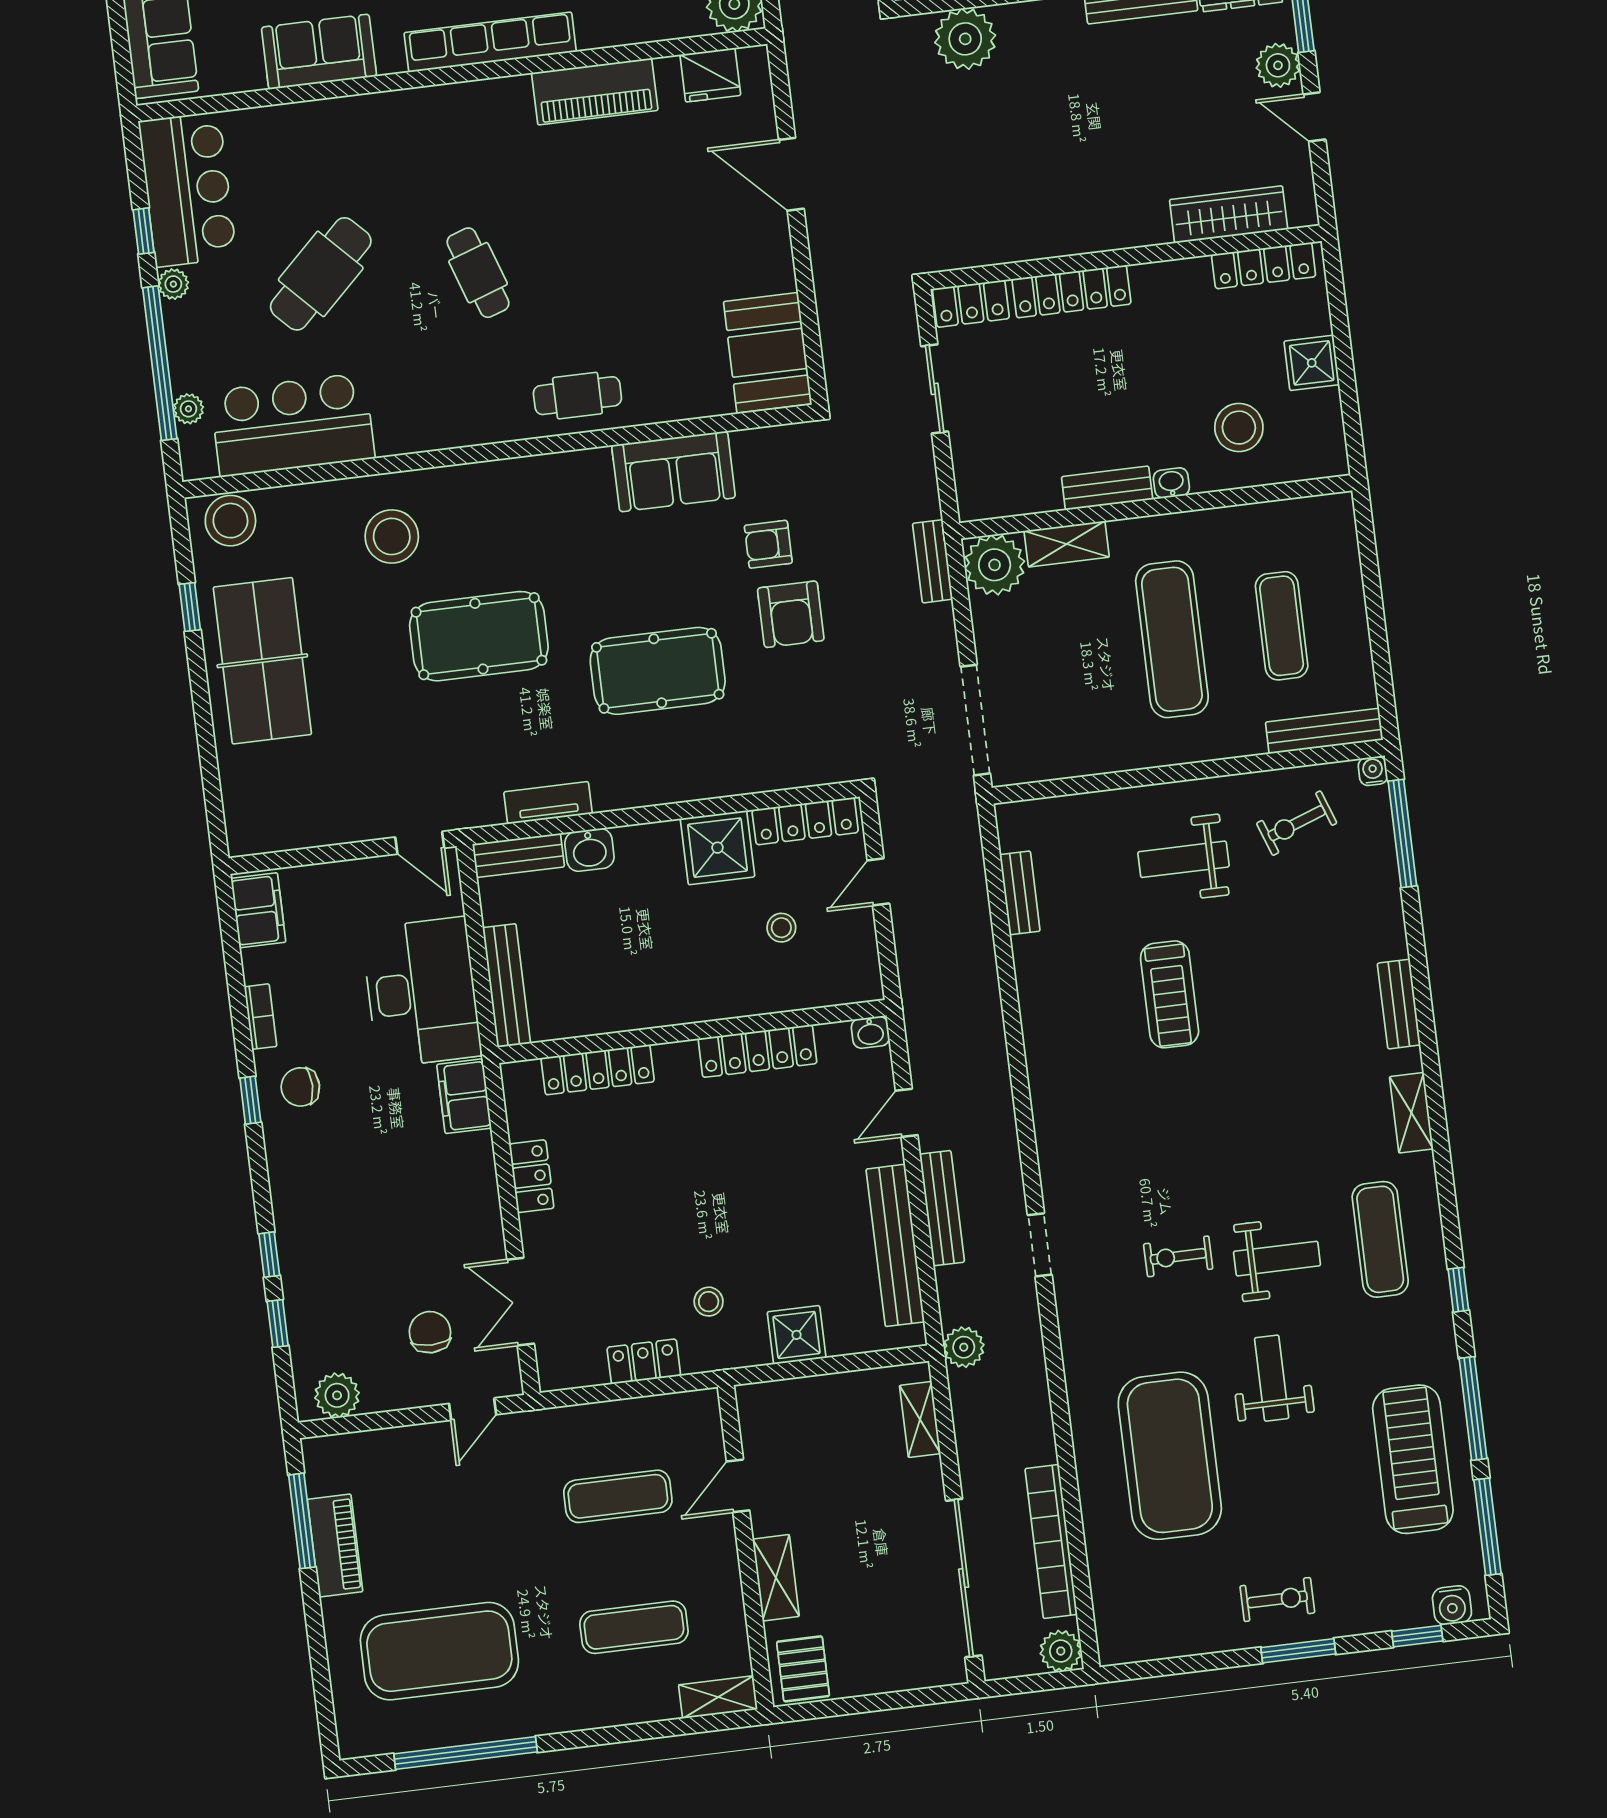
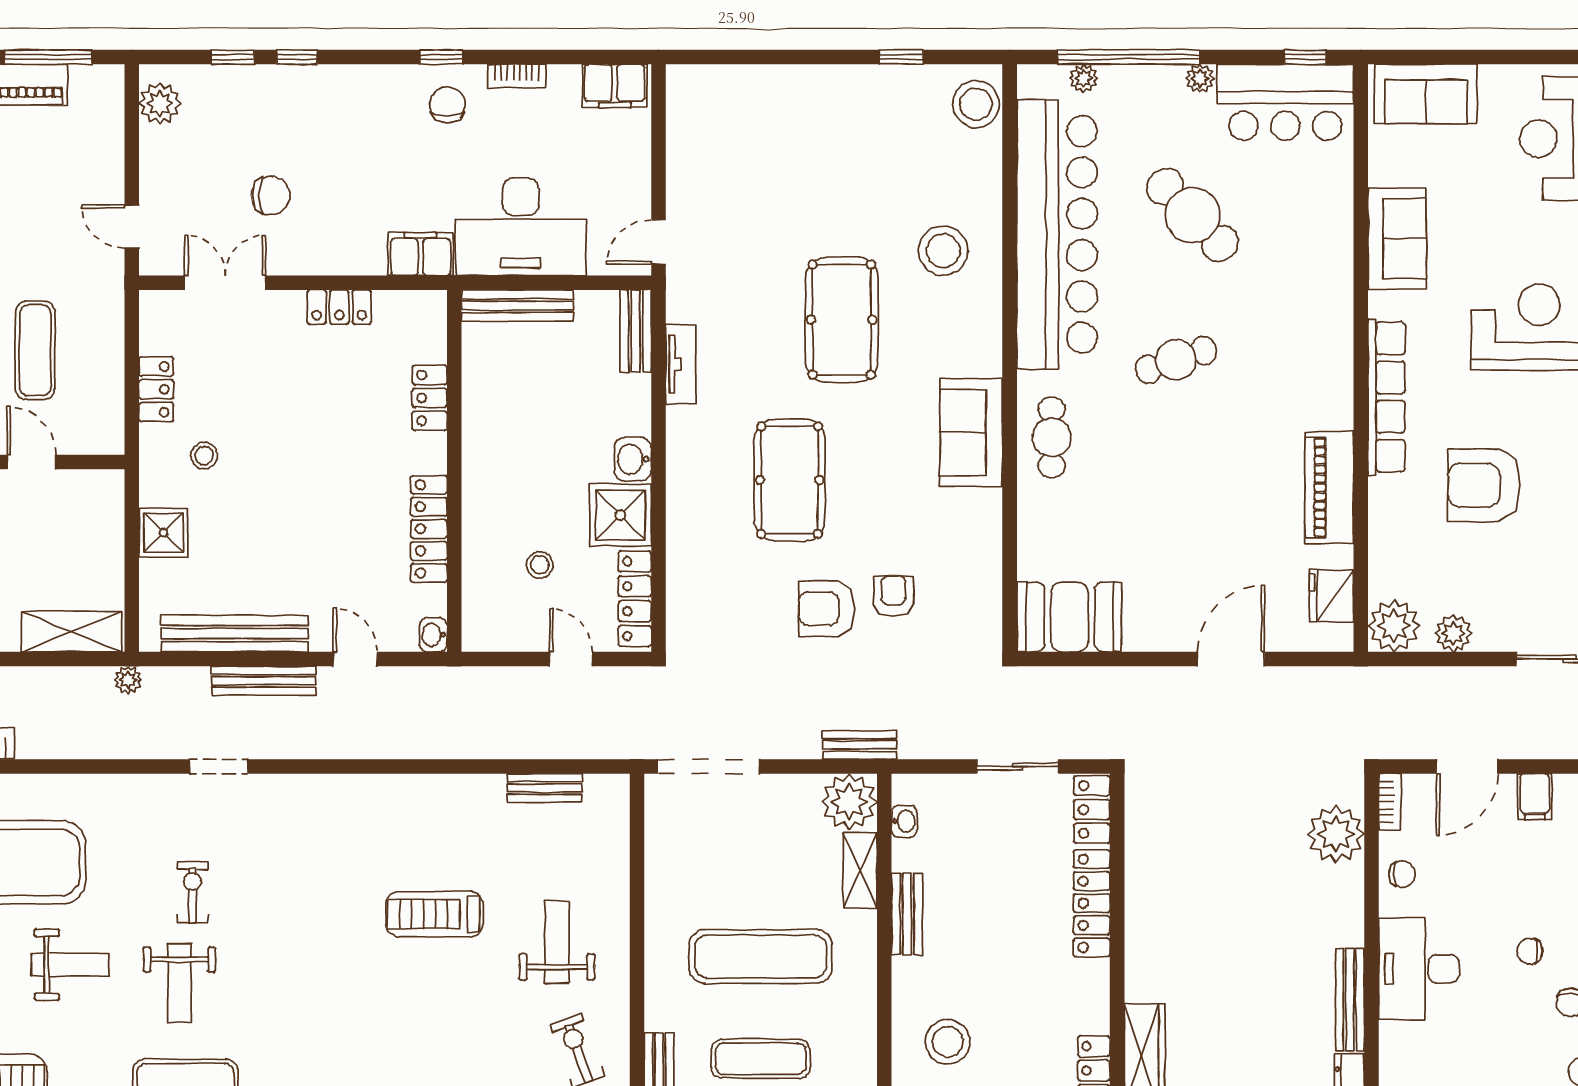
window: (144, 231) -> (1305, 57), moved
bar counter: (293, 425) -> (1057, 234), width x1.86
sofa: (674, 471) -> (971, 432), moved
washbasin: (1171, 483) -> (904, 821), moved
table tennis table: (262, 661) -> (844, 118), removed
washbasin: (589, 850) -> (633, 459), moved
locker: (598, 1070) -> (430, 398), width x0.66
chair: (430, 1332) -> (271, 196), moved
plant: (964, 1347) -> (128, 680), width x0.73, depth x0.73
shelving: (920, 1419) -> (72, 632), width x1.50, depth x1.33

